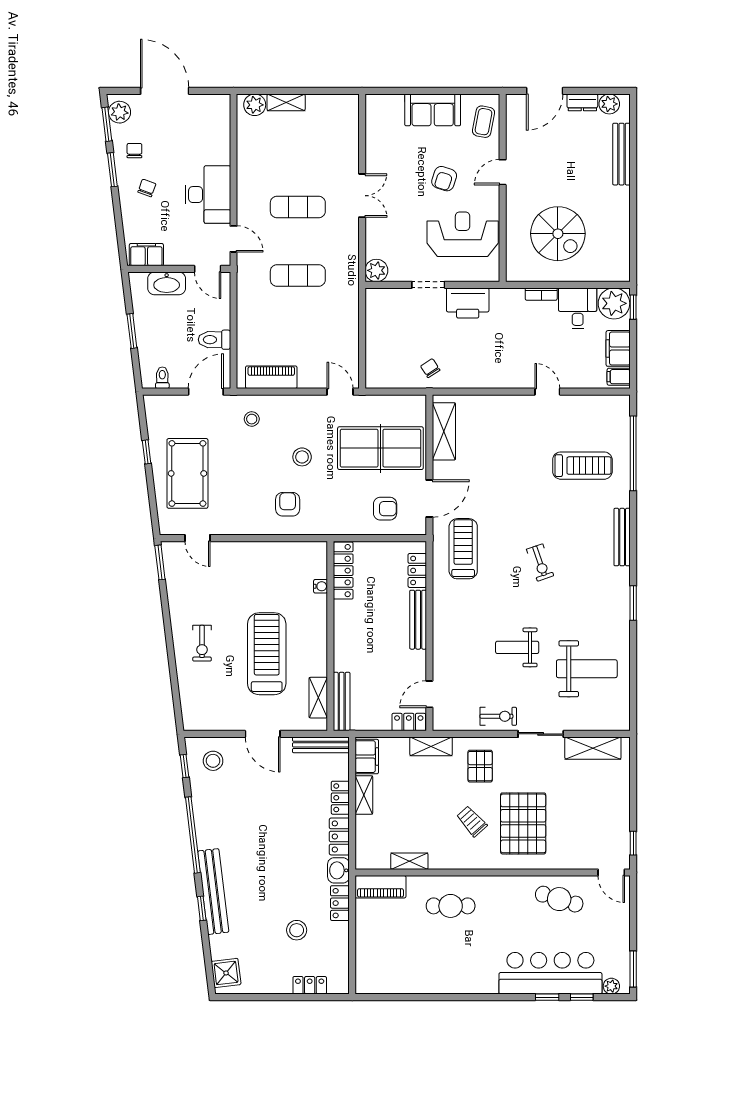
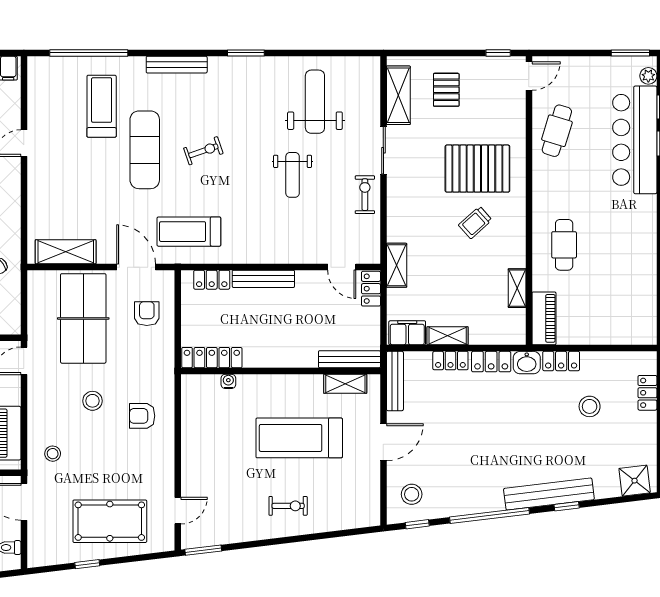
exercise mat: (541, 507) -> (145, 150), added
pallet: (480, 766) -> (446, 90), moved, turned 90

